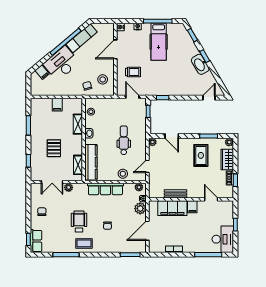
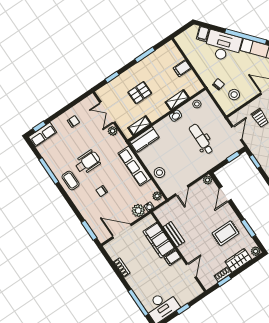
dental chair: (124, 140) -> (201, 139), moved, turned -90
kitchen counter: (91, 162) -> (144, 140), width x0.67
door: (147, 166) -> (182, 191), swing flipped

